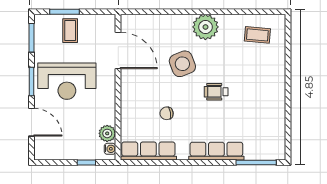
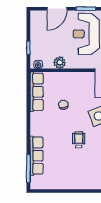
plant: (107, 133) -> (60, 63), moved
row of seats: (216, 151) -> (37, 156), moved

